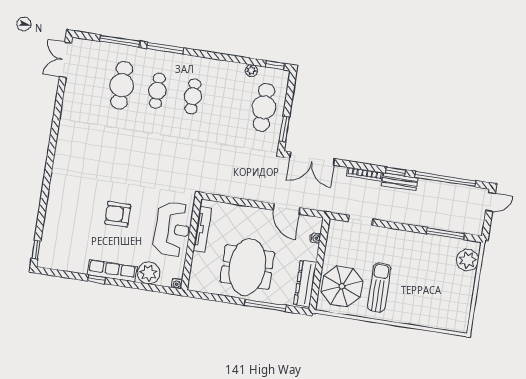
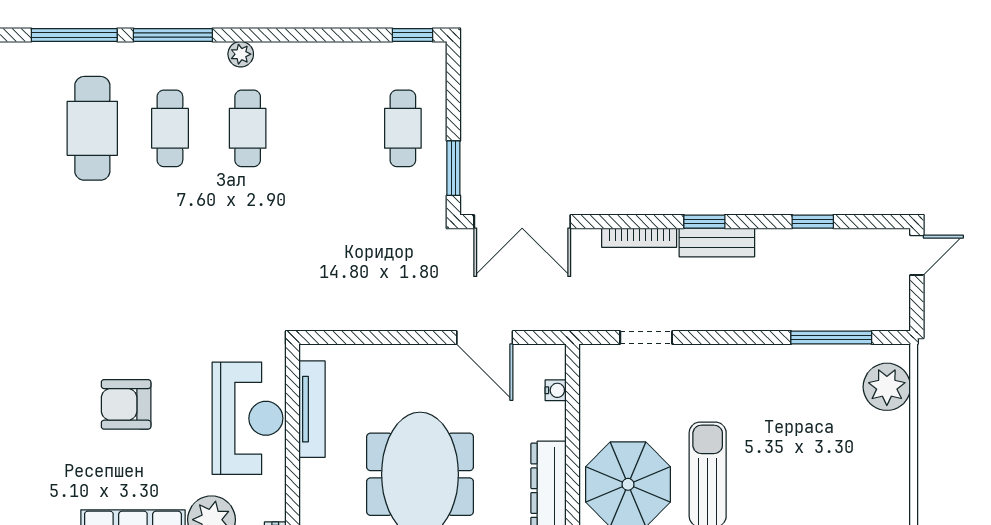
plant: (251, 71) -> (241, 54), moved
cafe table: (264, 107) -> (403, 128), width x0.73, depth x0.74
window: (445, 179) -> (813, 222), width x0.32

